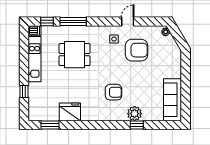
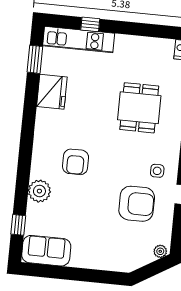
armchair: (136, 50) -> (137, 204), turned -90
kitchen unit: (35, 59) -> (79, 40), moved
sofa: (173, 100) -> (46, 251), width x0.73
window: (137, 125) -> (18, 225), moved

